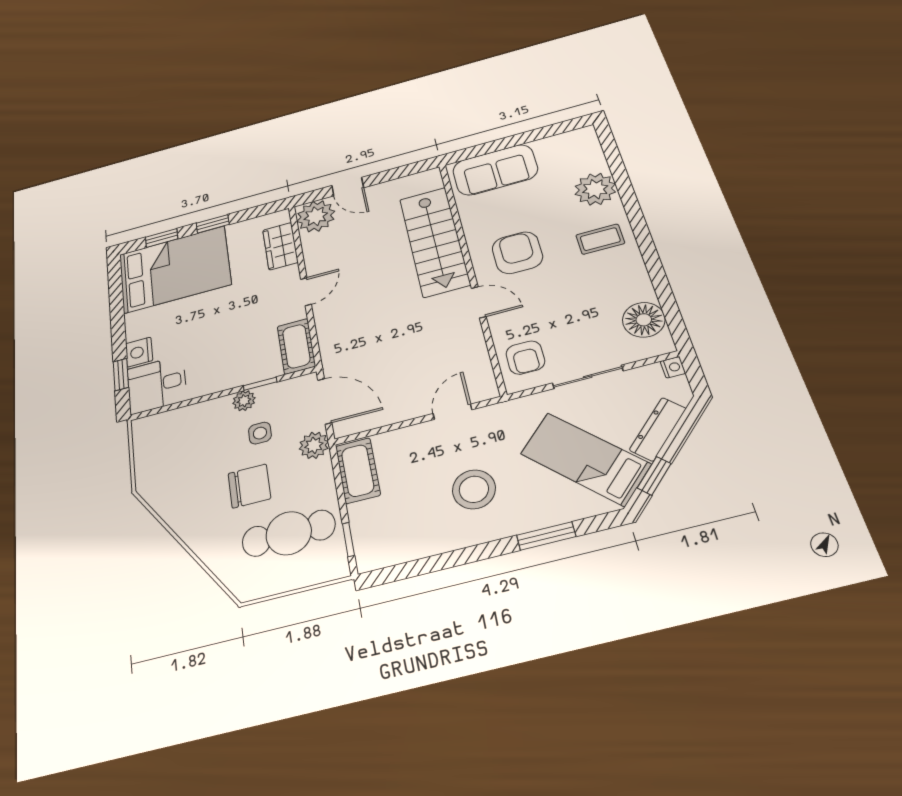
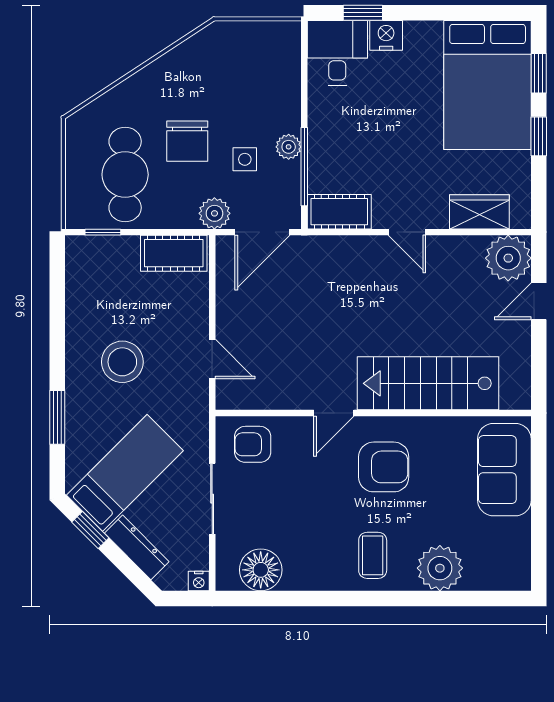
window: (260, 384) -> (304, 167), width x2.17

